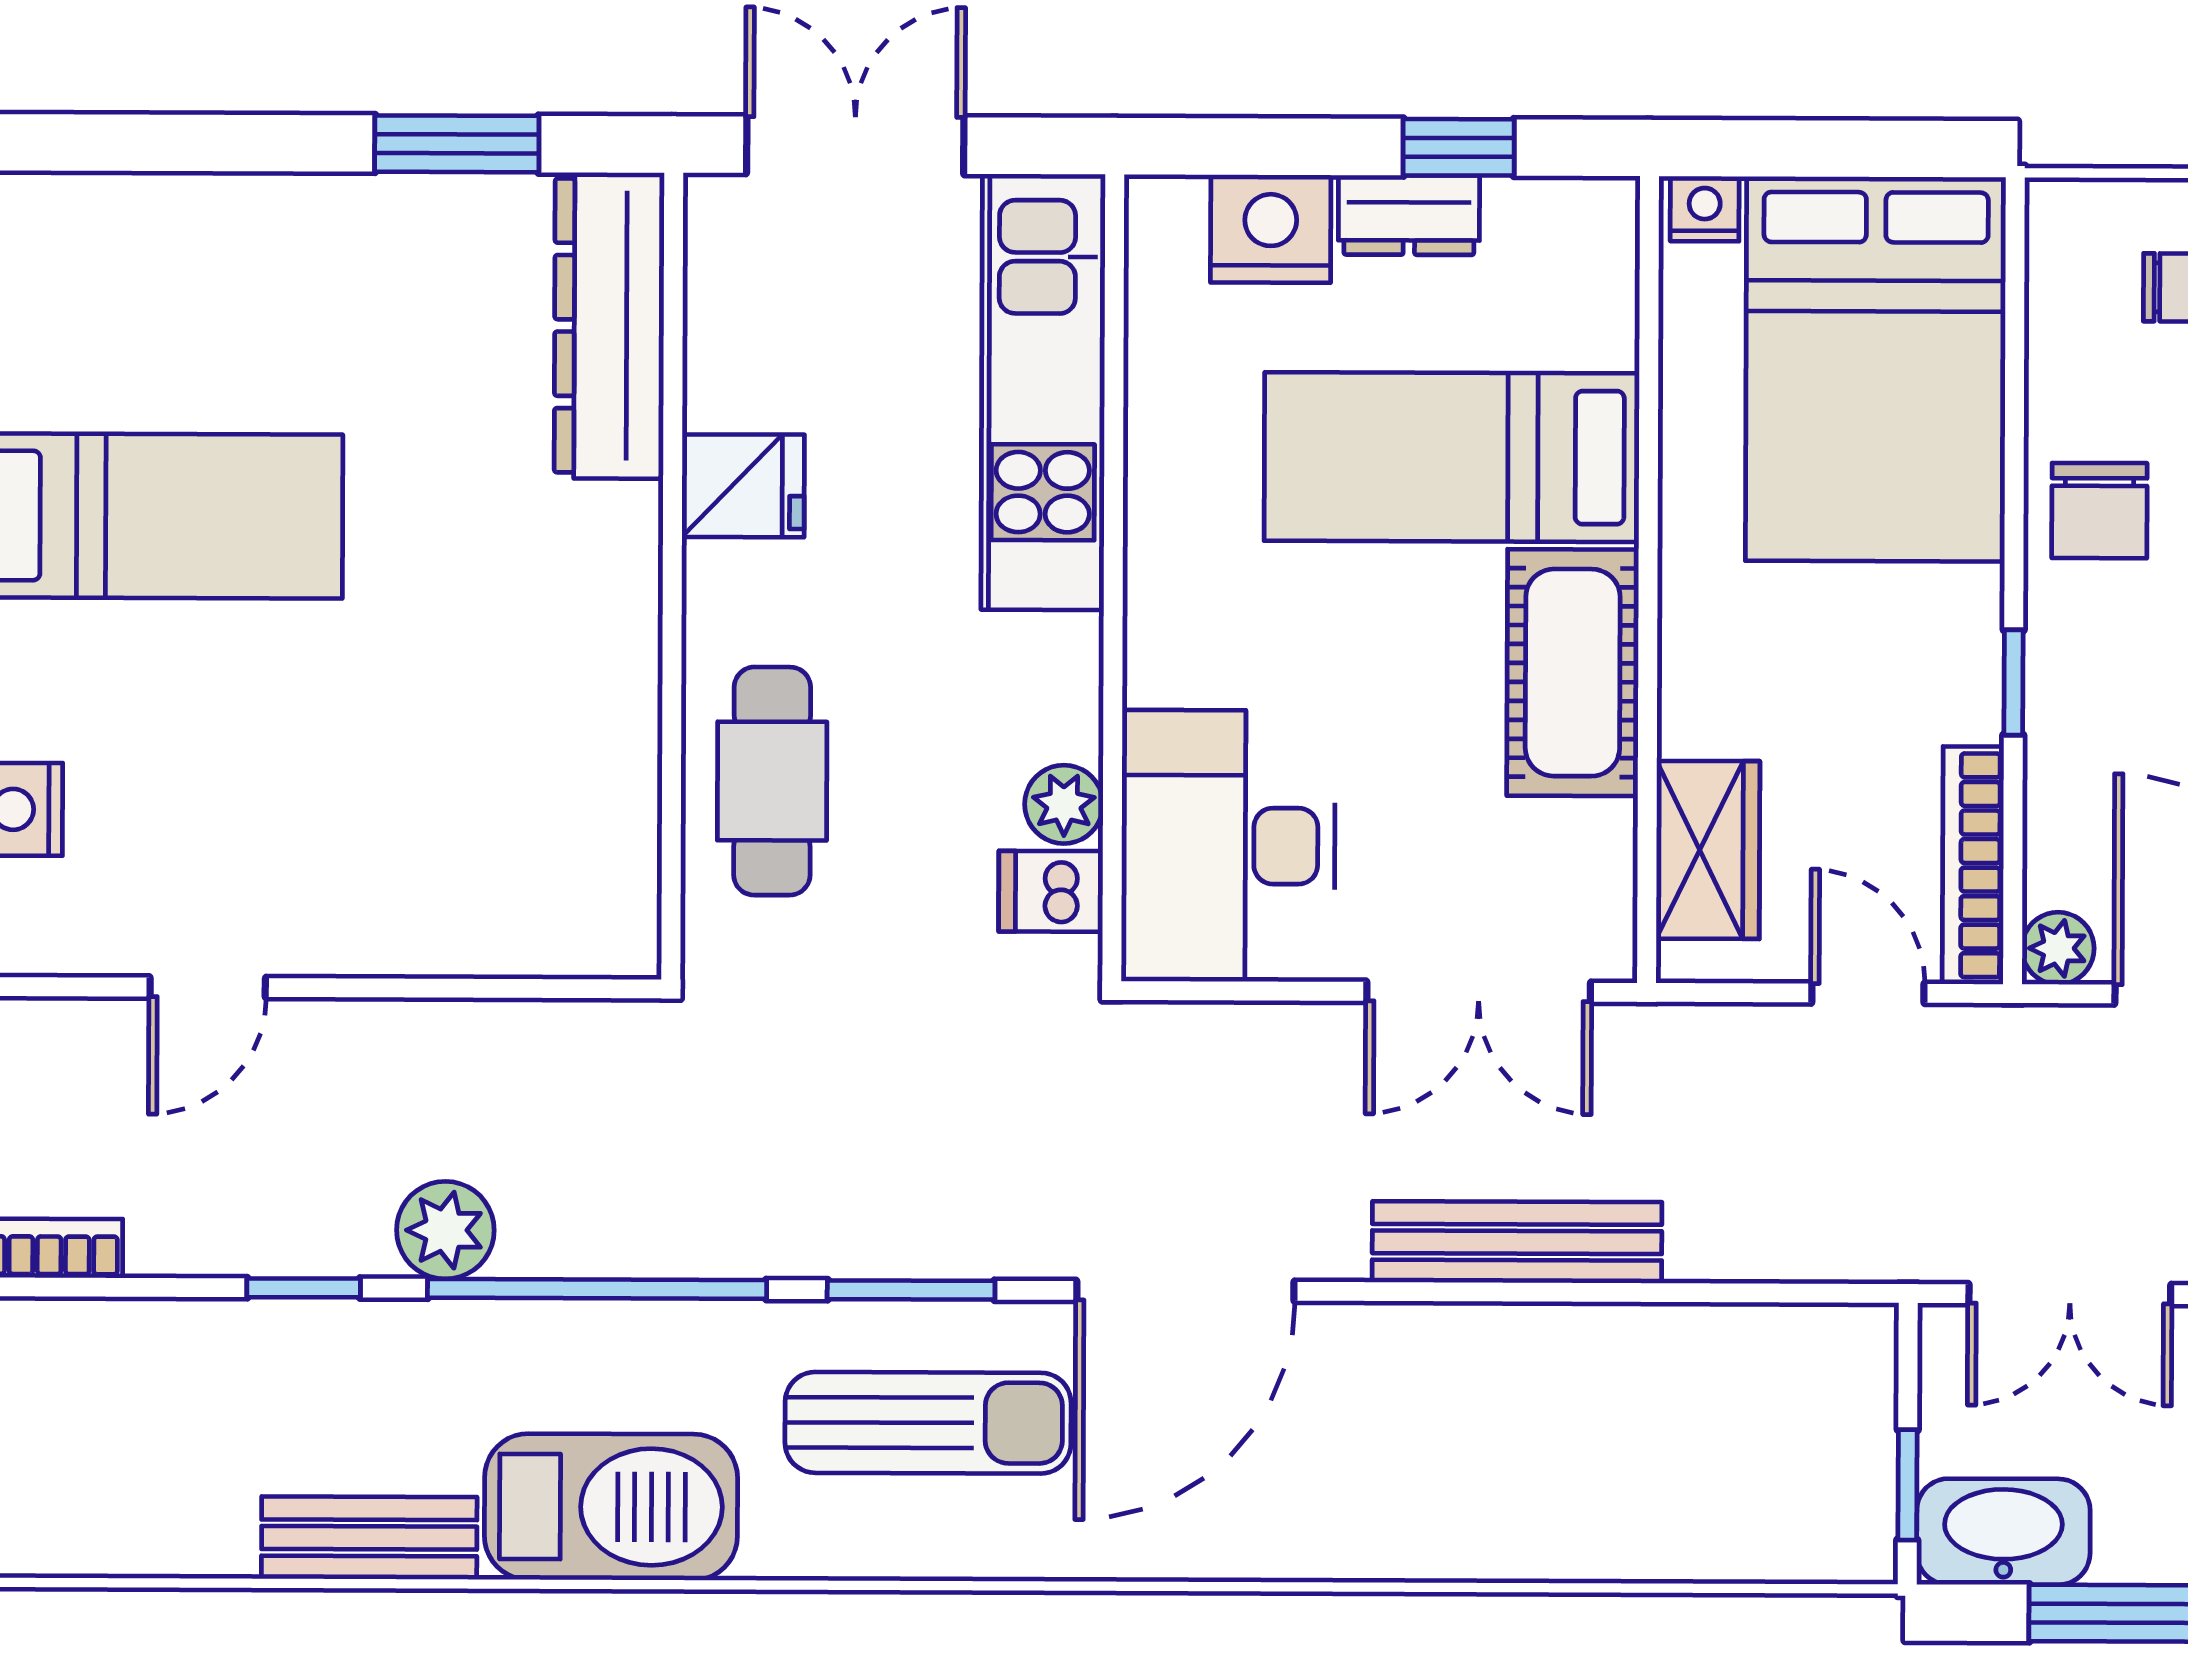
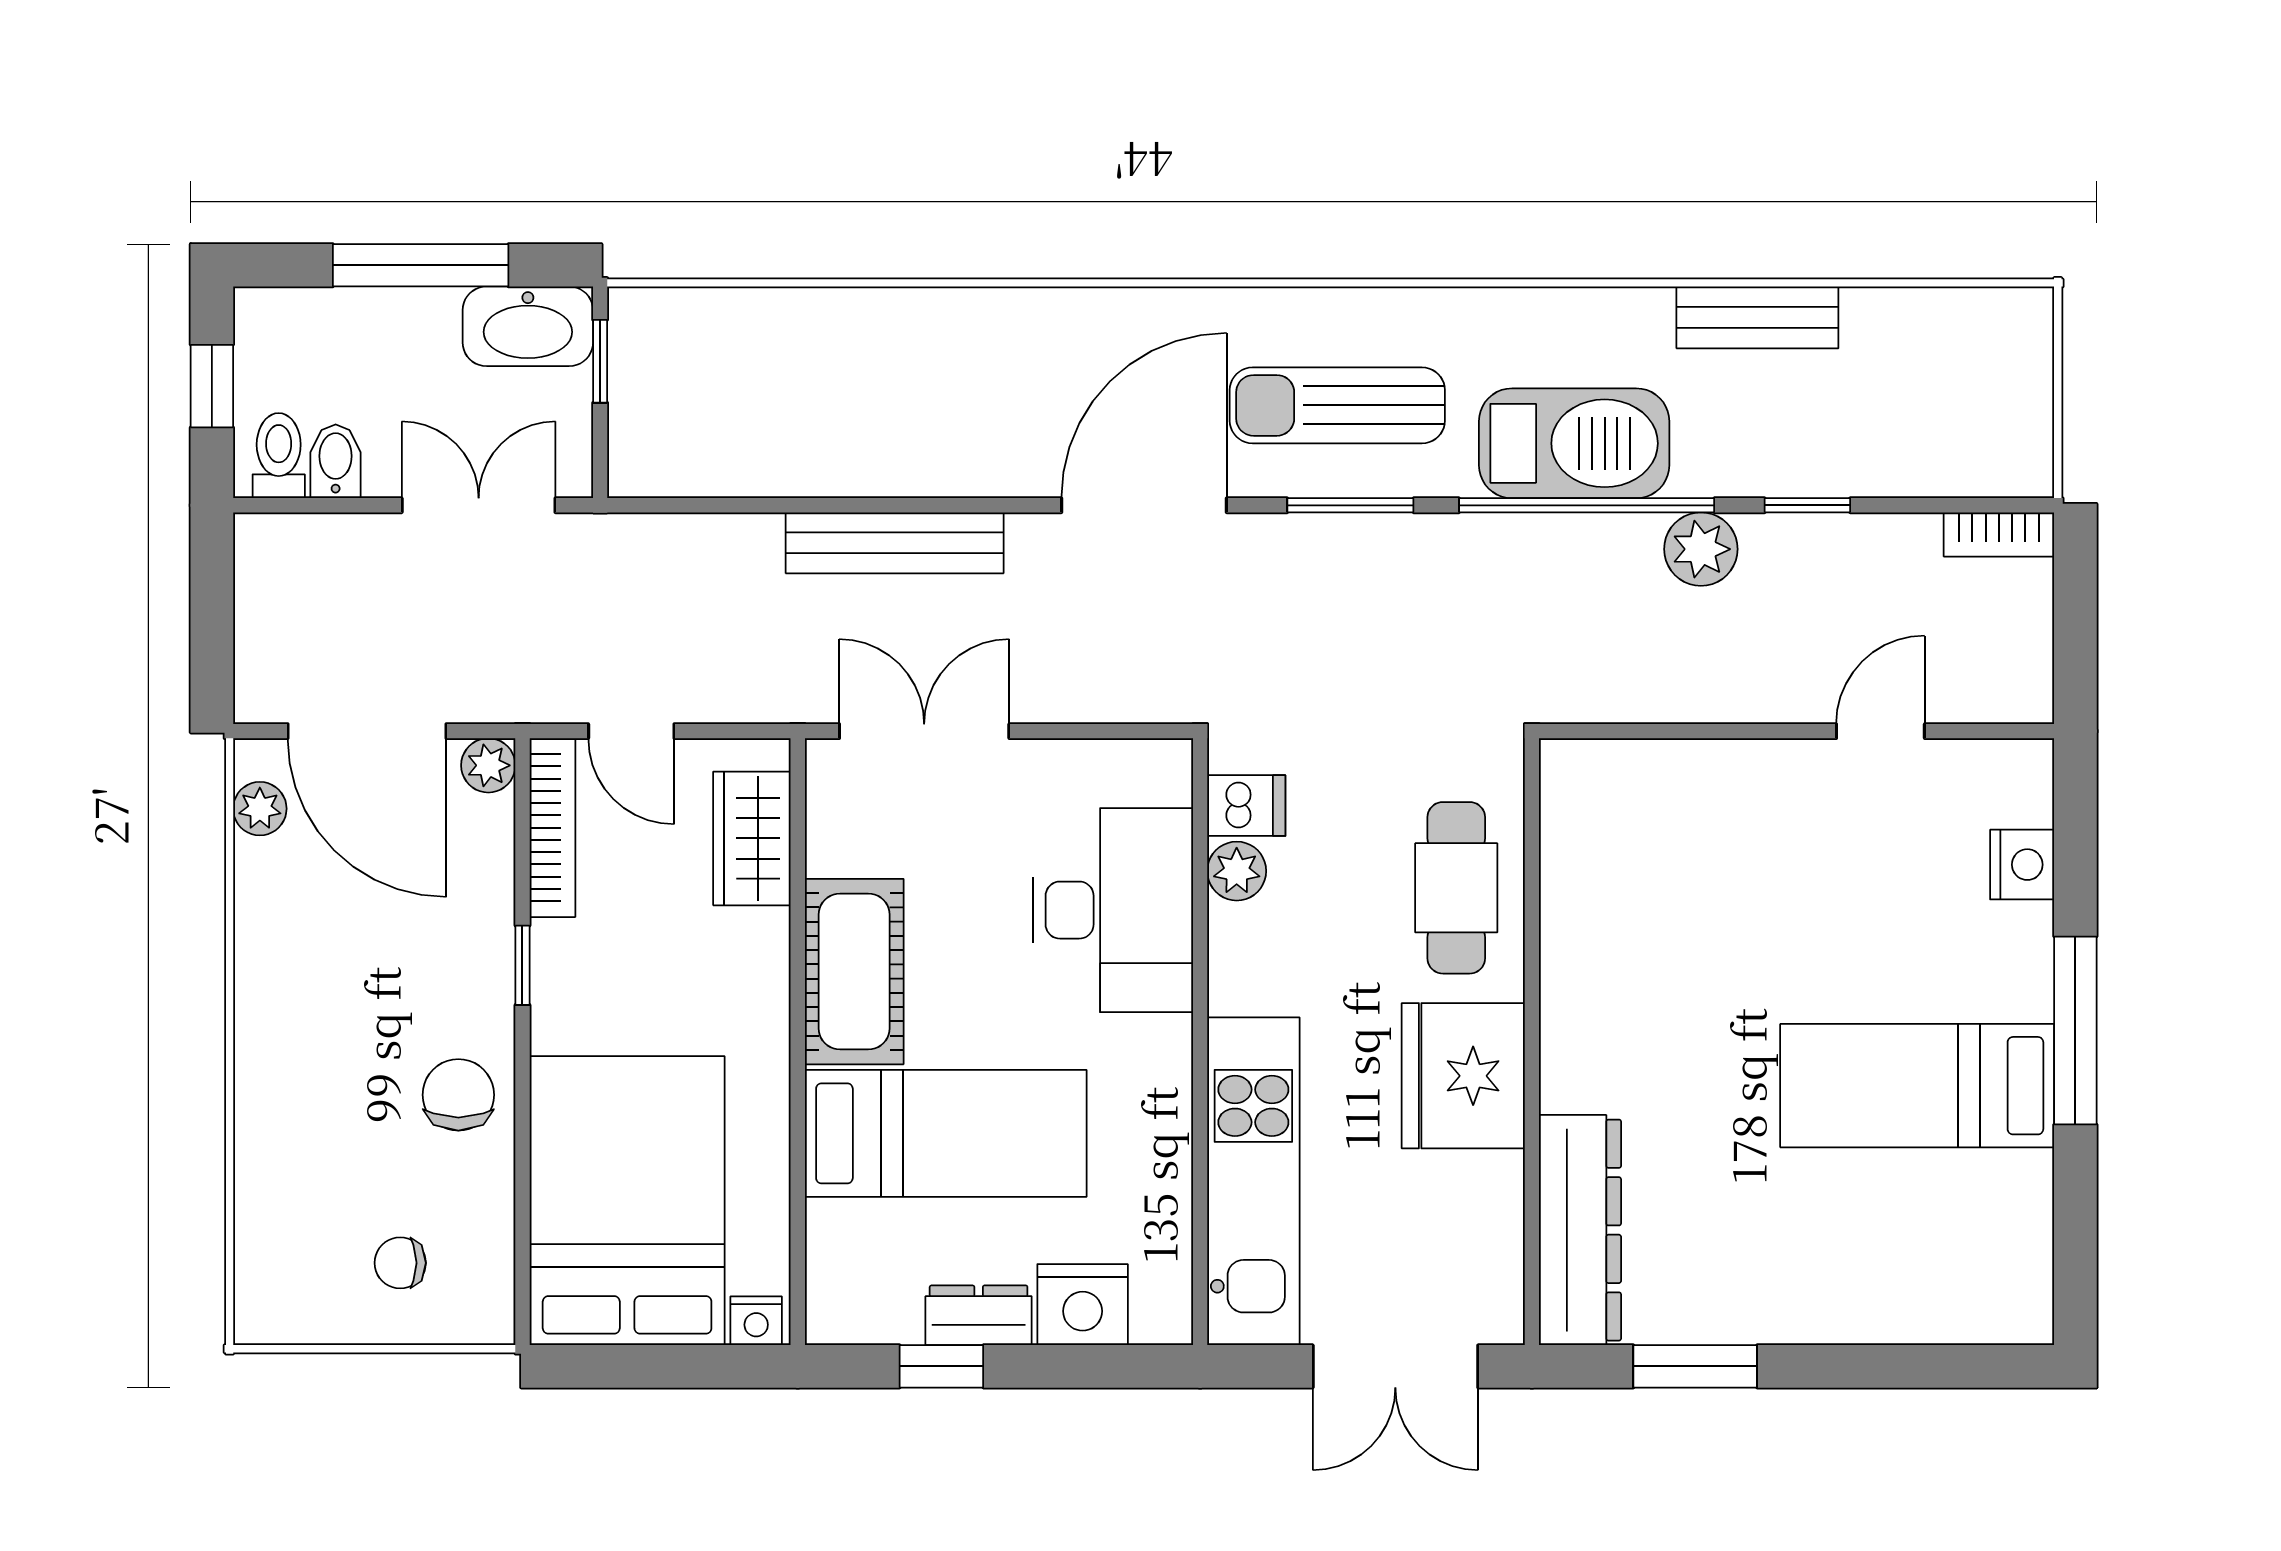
fridge: (743, 486) -> (1463, 1076), width x1.88, depth x1.34
desk: (1228, 846) -> (1113, 910), moved
barbecue: (611, 1507) -> (1574, 443), moved, turned 180

